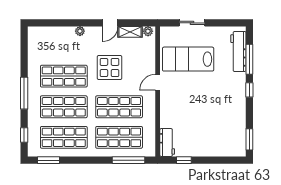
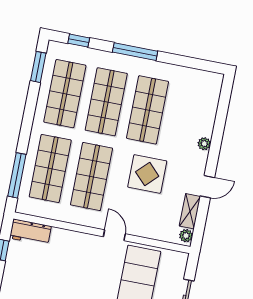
door: (110, 23) -> (207, 187), swing flipped

